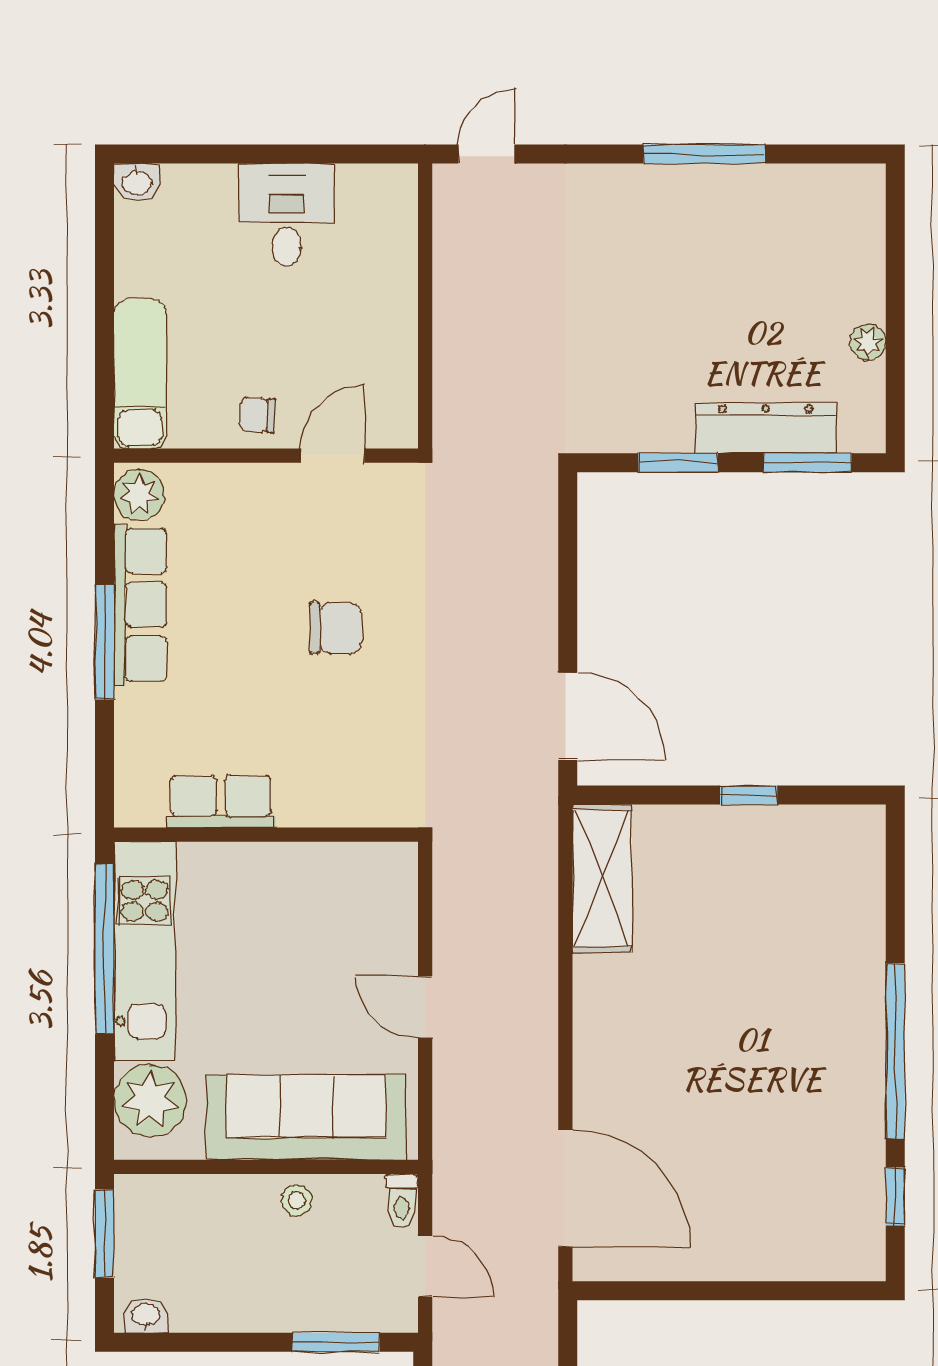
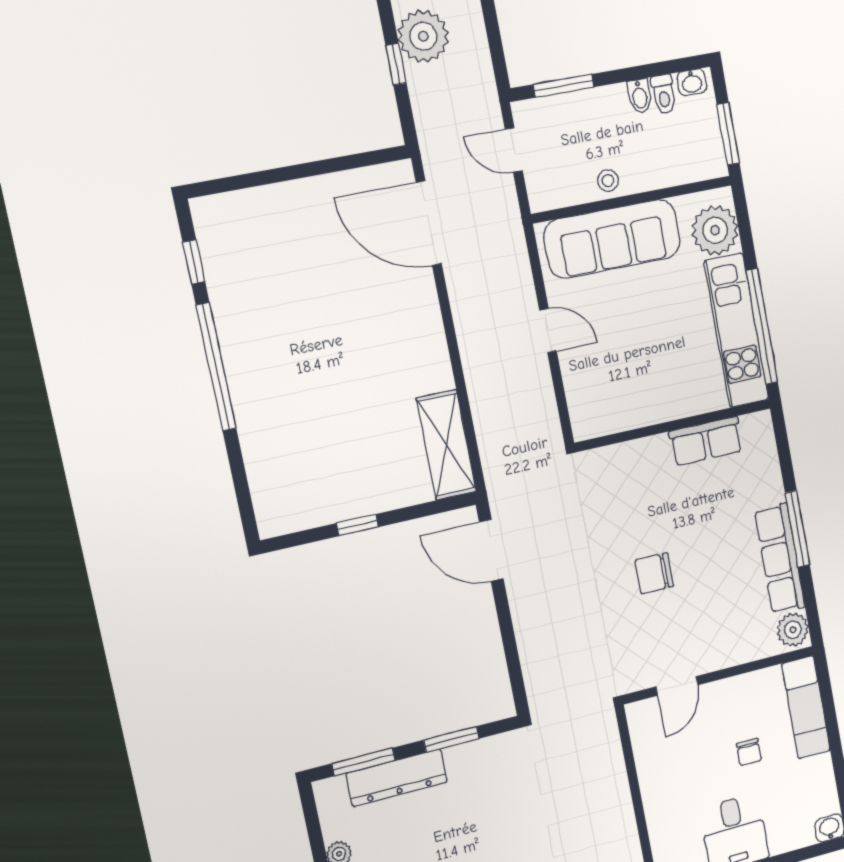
chair: (257, 415) -> (749, 752), moved, turned 87
toilet: (402, 1201) -> (664, 94), moved, turned 180
bidet: (227, 1310) -> (640, 96), added

